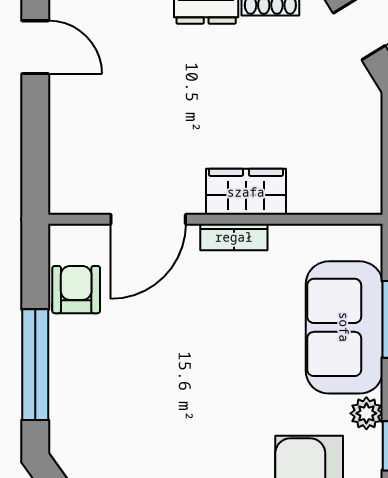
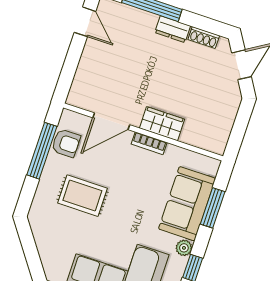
armchair: (76, 290) -> (66, 143), turned 90
window: (35, 365) -> (42, 151), moved
rug: (141, 379) -> (82, 196), added

